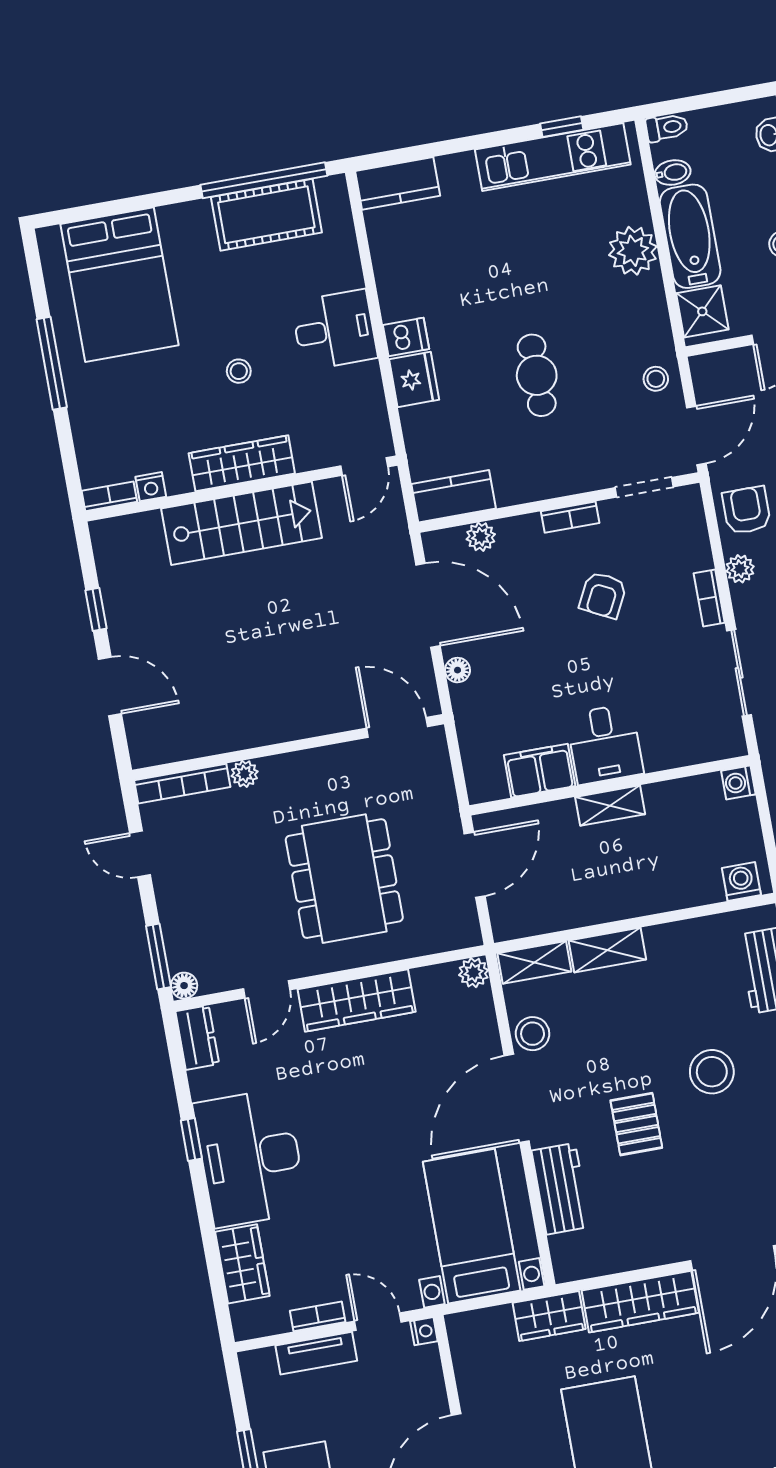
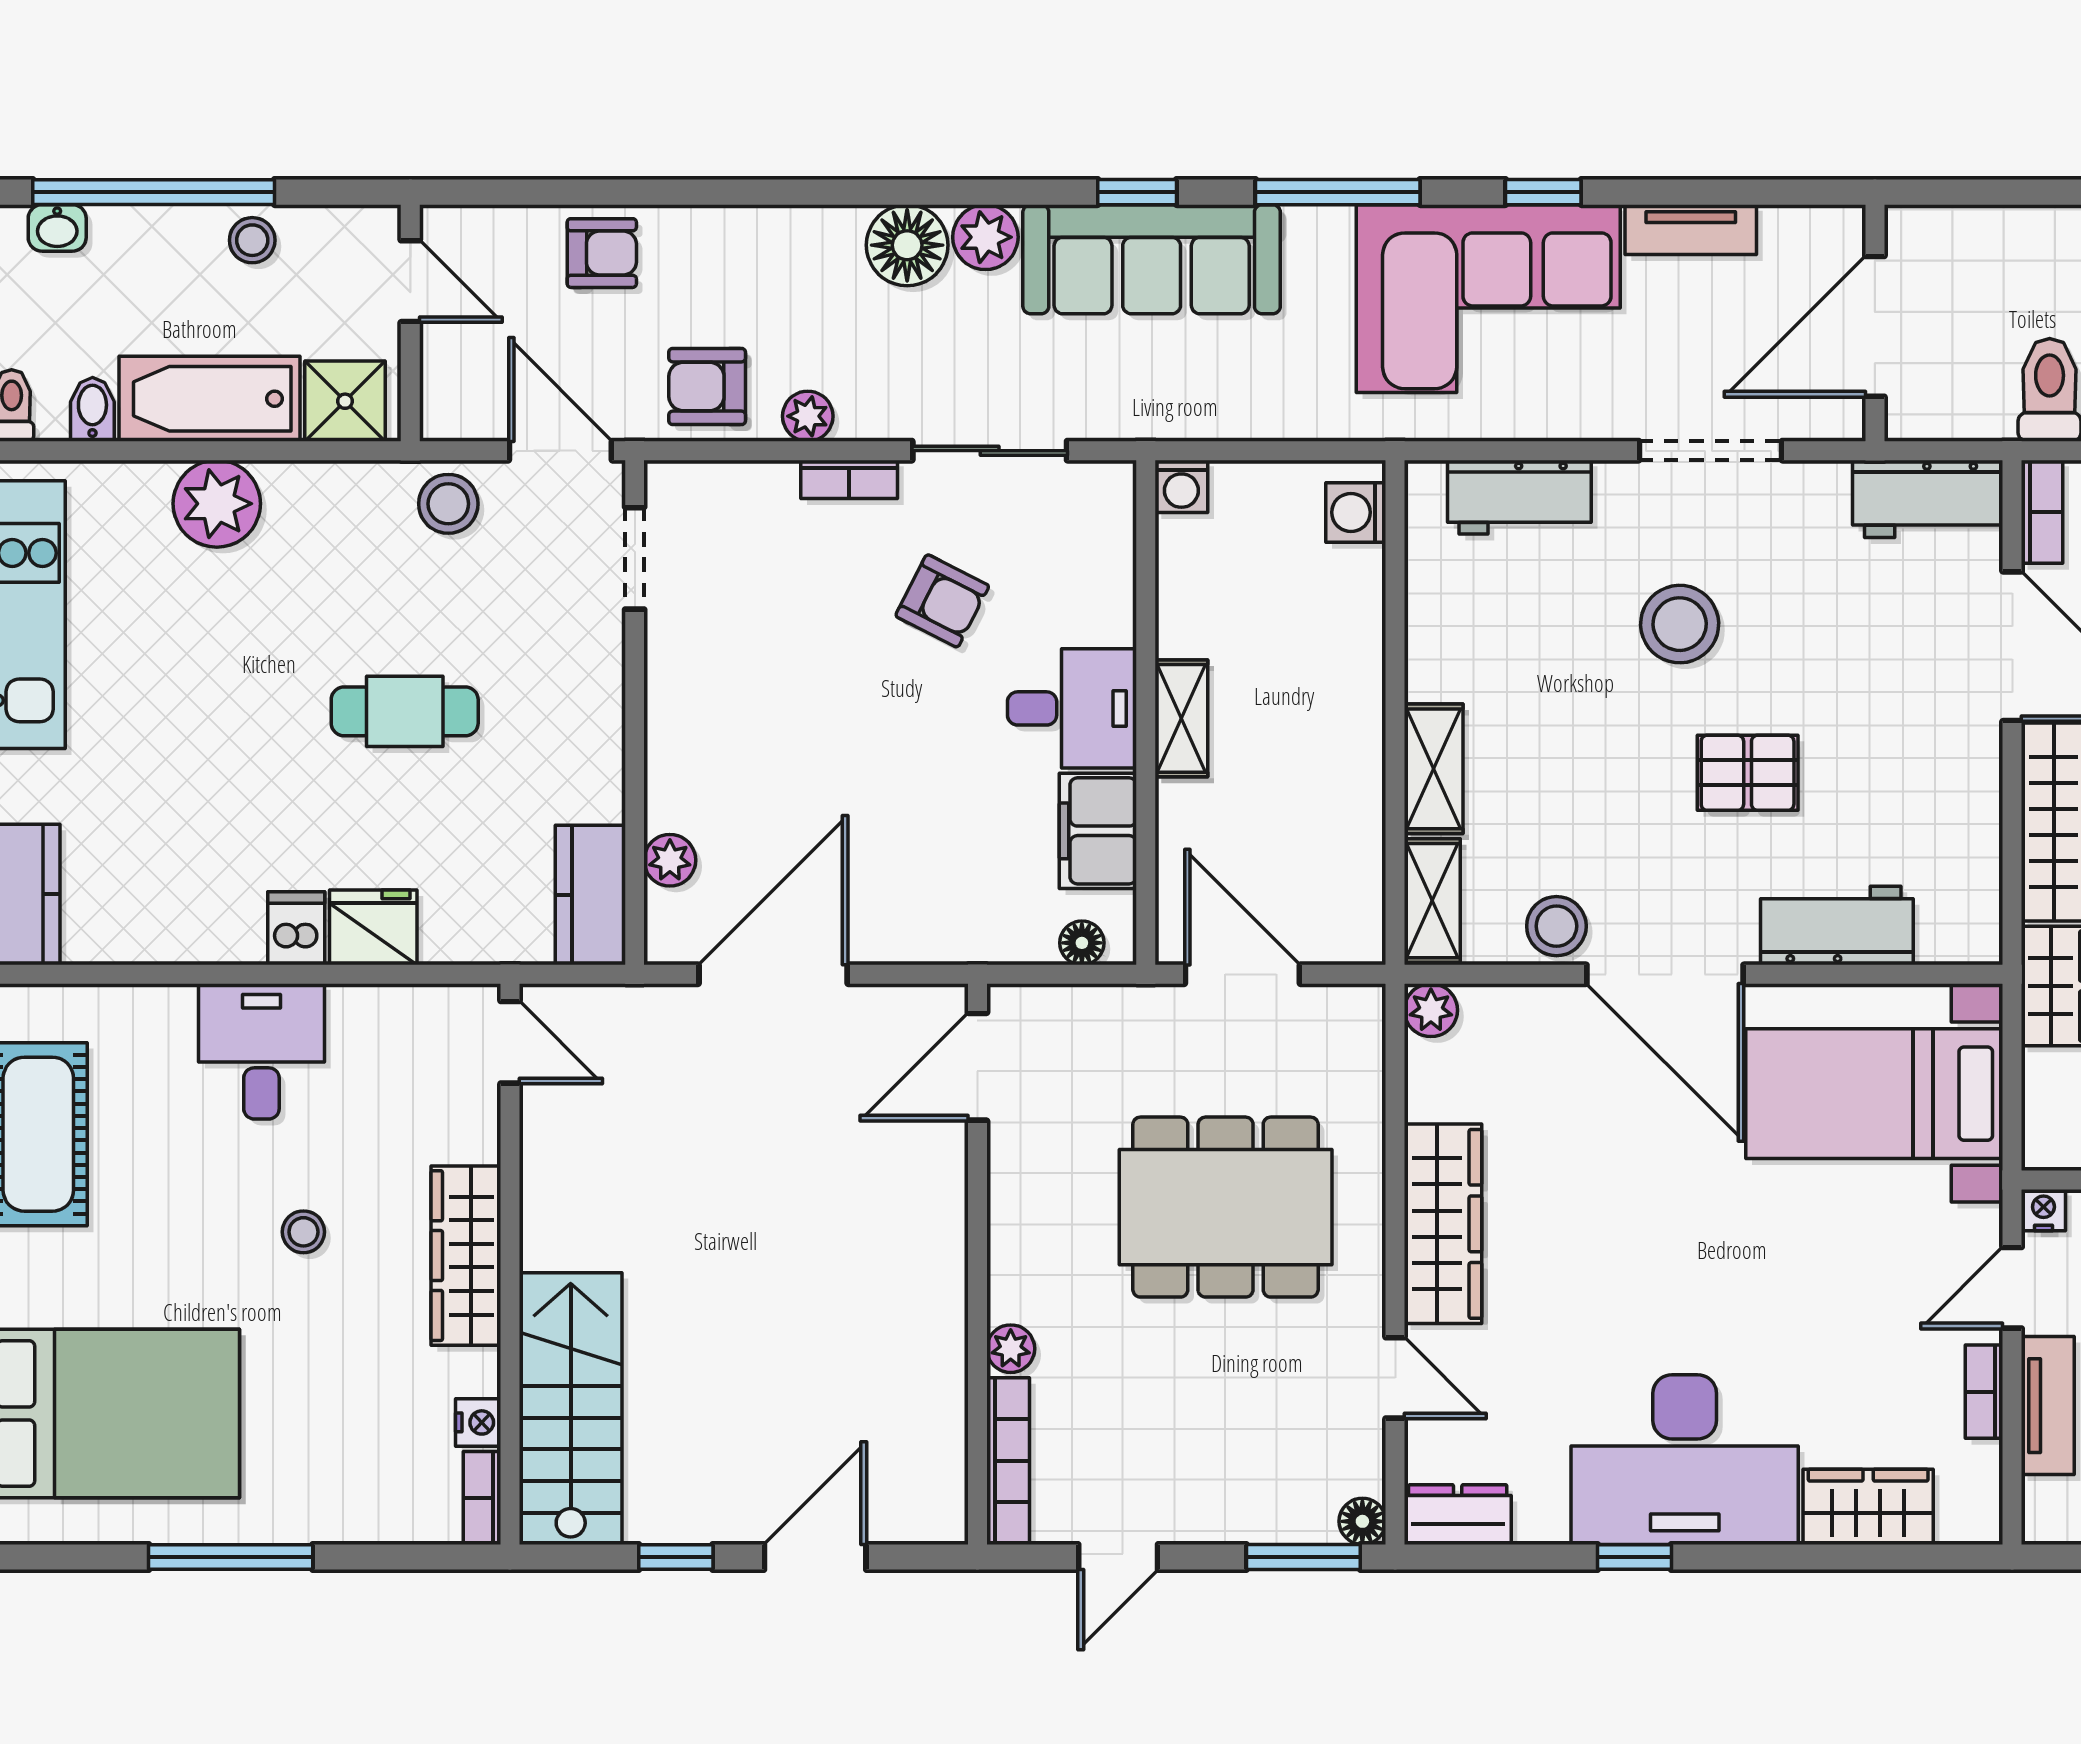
stool: (656, 379) -> (448, 504), width x1.37, depth x1.37
bookcase: (570, 517) -> (664, 697), removed
stairs: (241, 523) -> (571, 1409), moved
armchair: (603, 595) -> (942, 601), moved
floor lamp: (458, 670) -> (1082, 943), moved

